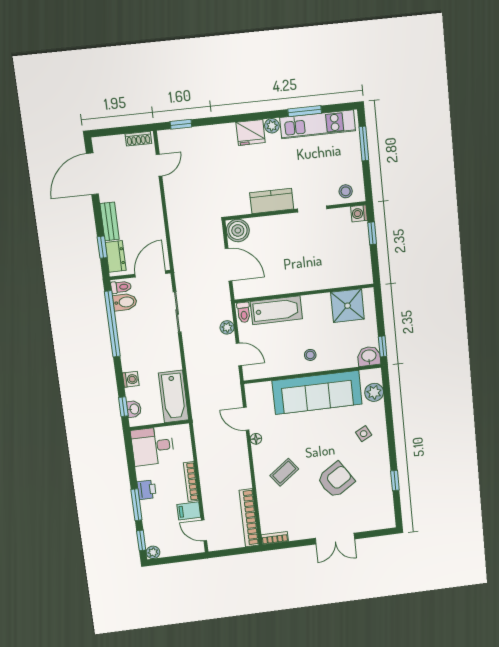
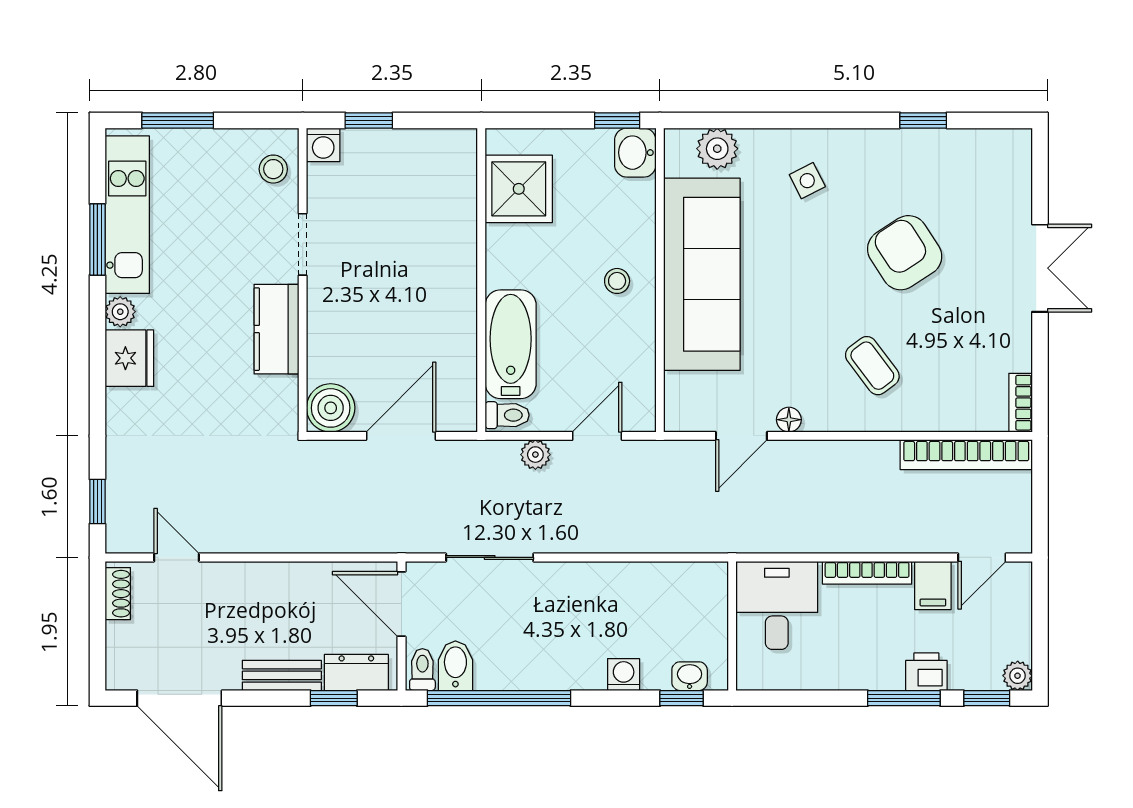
bathtub: (174, 396) -> (672, 588), removed
desk: (153, 446) -> (777, 605), moved, turned 180
printer: (147, 490) -> (926, 672), moved

